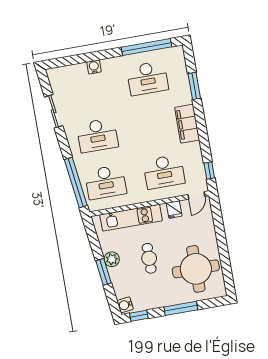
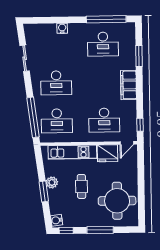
fridge: (174, 210) -> (107, 153), width x1.88, depth x1.34

